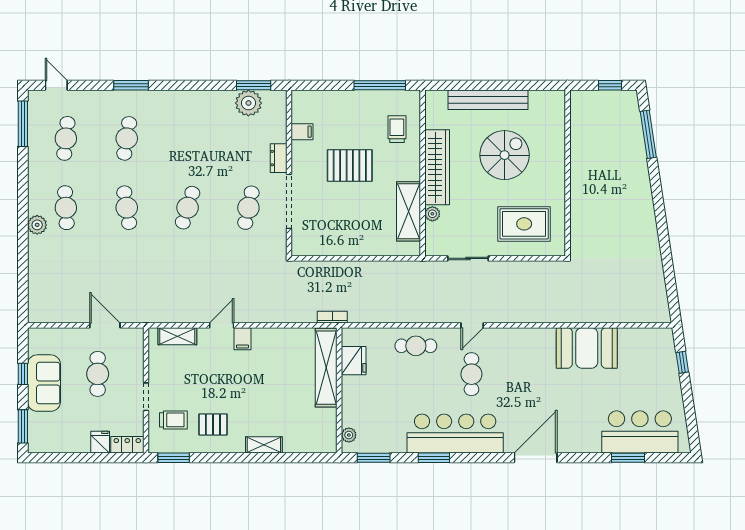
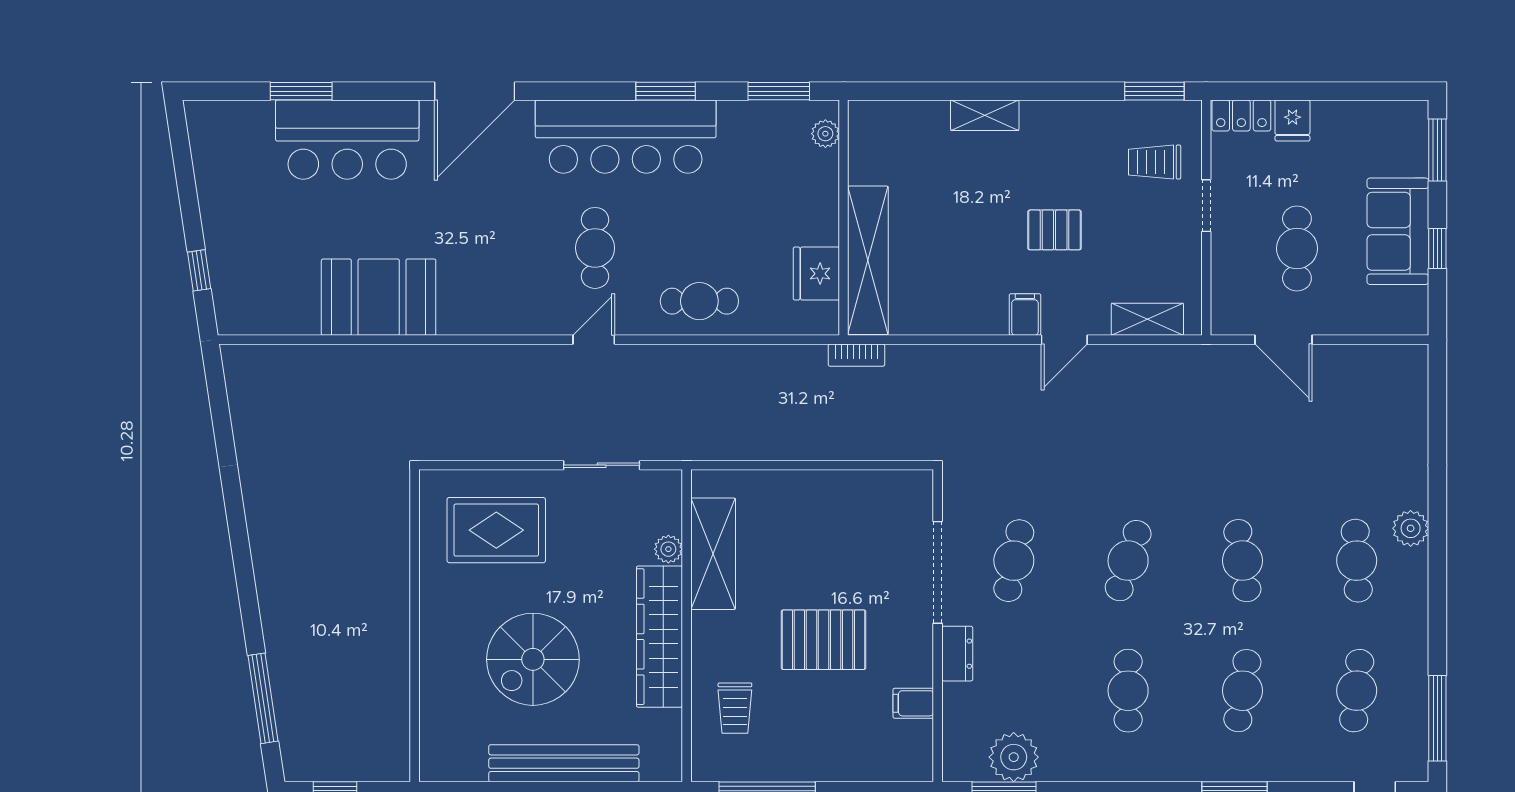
cafe table: (188, 138) -> (1128, 691), added
pallet: (213, 425) -> (1055, 230), moved
bar counter: (640, 432) -> (347, 140), moved

